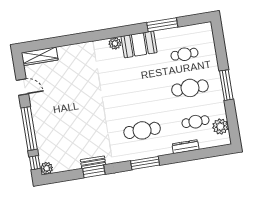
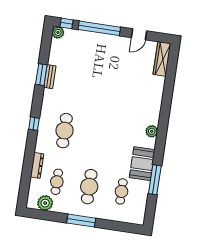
booth: (139, 44) -> (142, 164), moved
window: (145, 163) -> (34, 124), width x0.46

